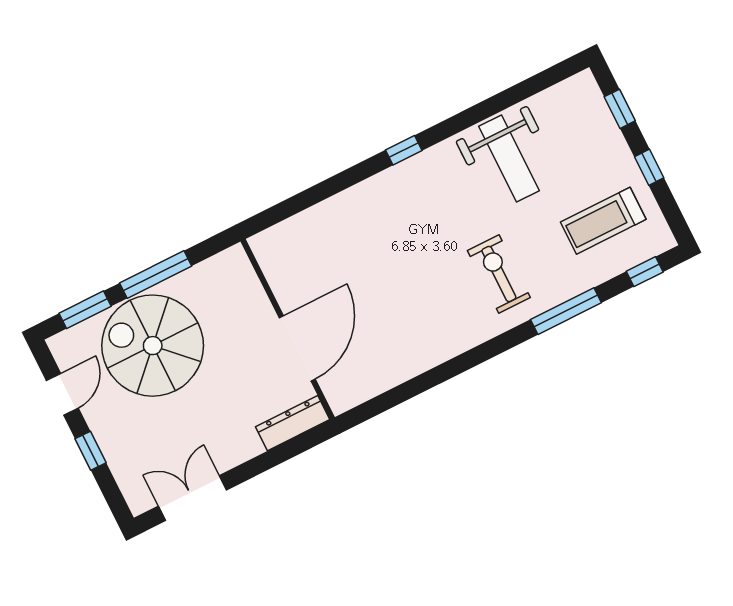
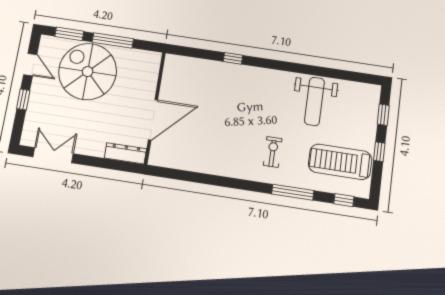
window: (404, 150) -> (233, 58), moved
treadmill: (603, 221) -> (340, 162), width x1.37, depth x1.38
exercise bike: (499, 274) -> (273, 152), width x0.73, depth x0.72
door: (62, 394) -> (30, 65), hinge flipped

